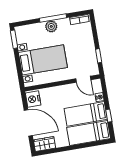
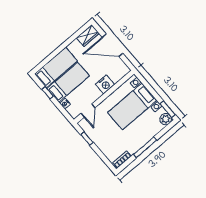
plant: (51, 26) -> (166, 119), moved
door: (83, 79) -> (88, 111), swing flipped
nightstand: (33, 99) -> (105, 84), moved, turned 90

